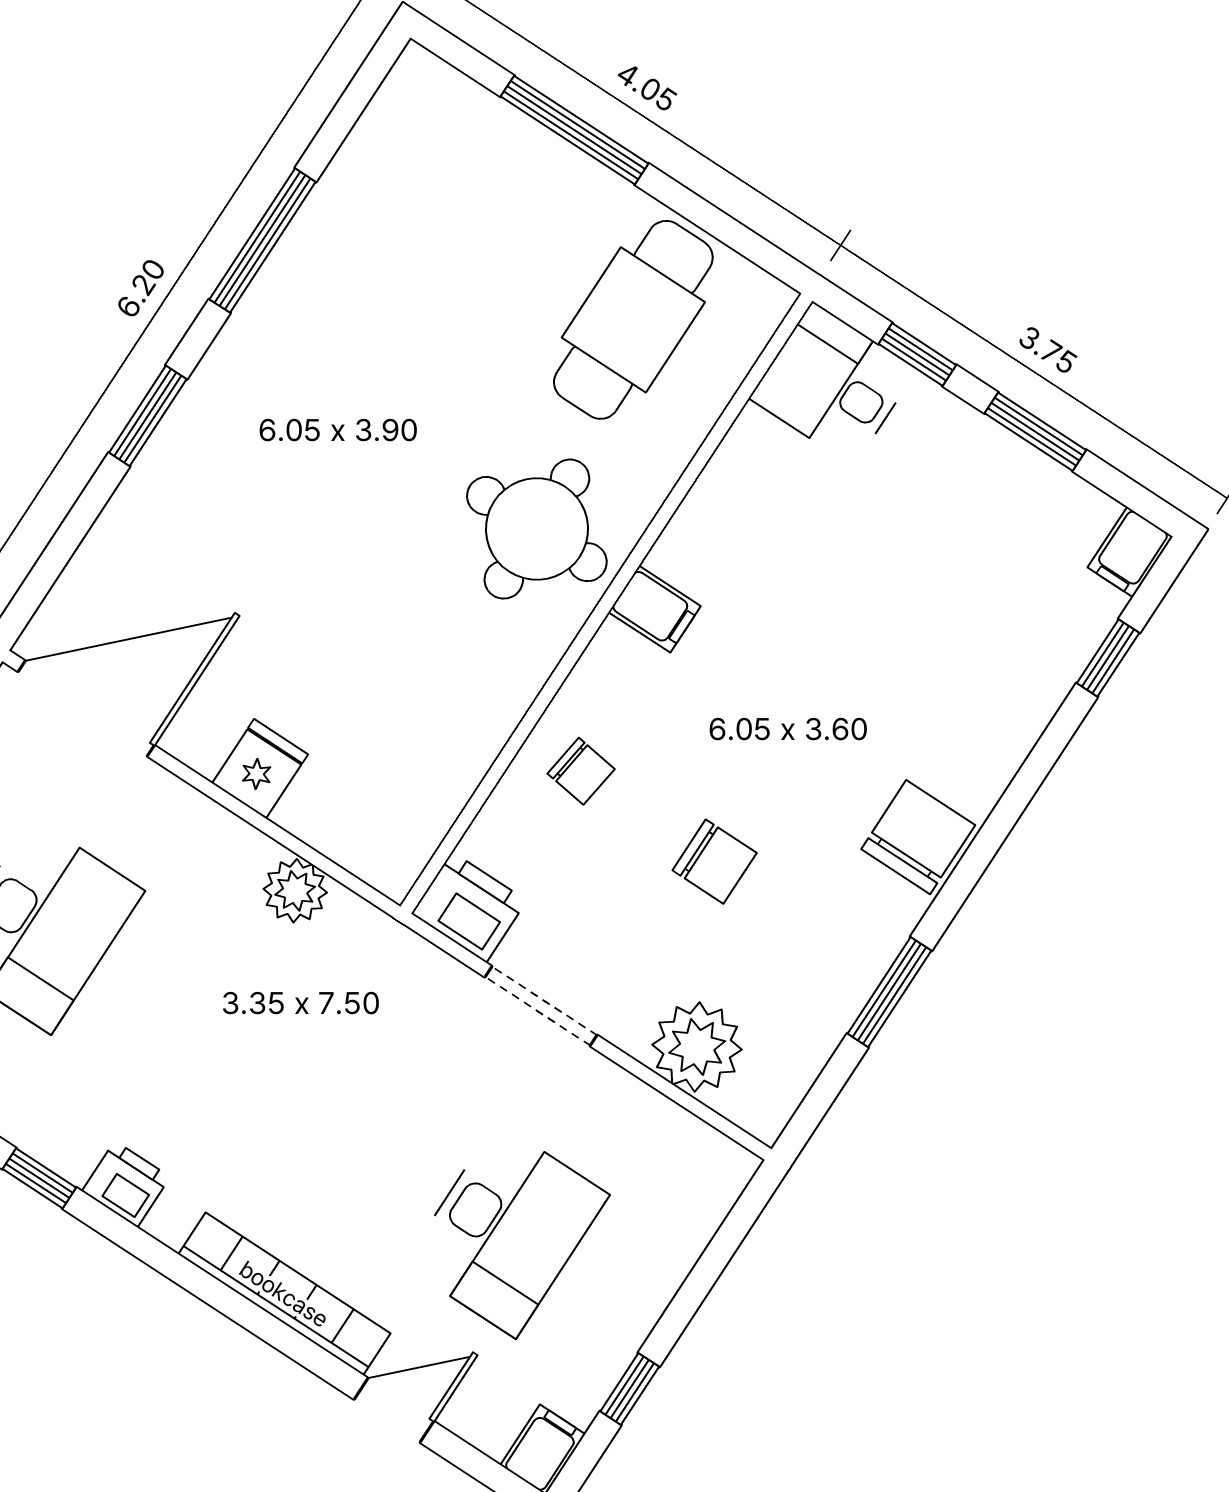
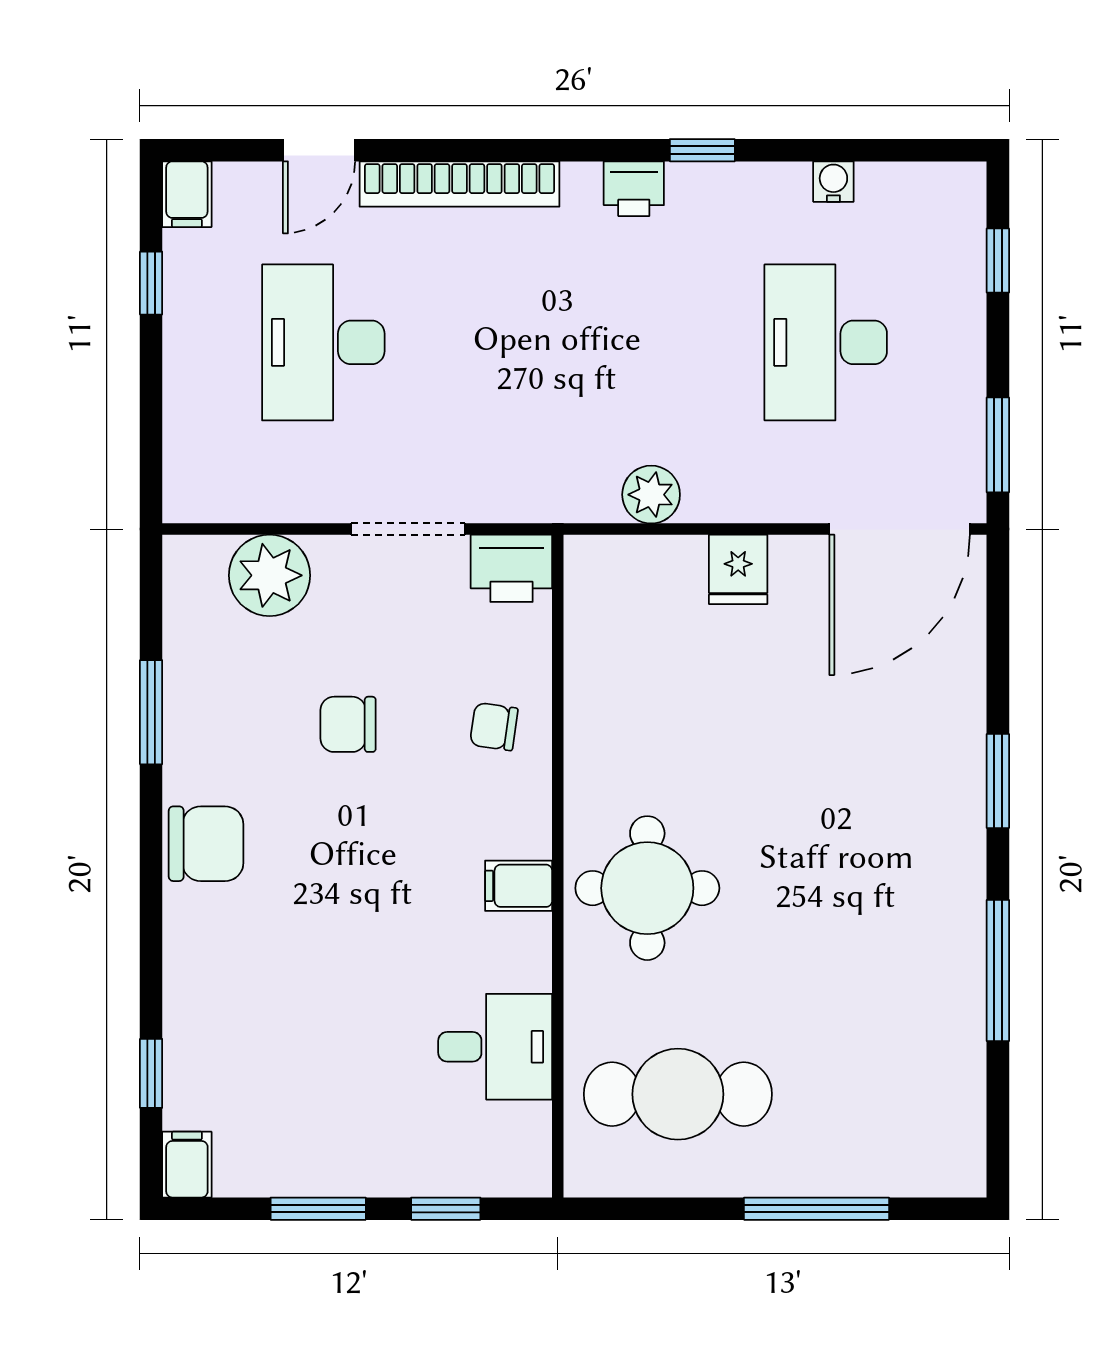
cafe table: (633, 320) -> (678, 1094), turned 90
desk: (833, 384) -> (495, 1047), moved
chair: (918, 837) -> (206, 844), turned -90

